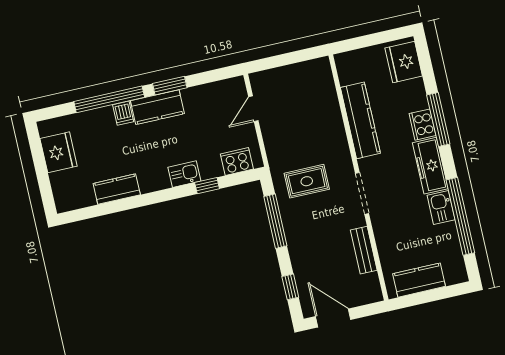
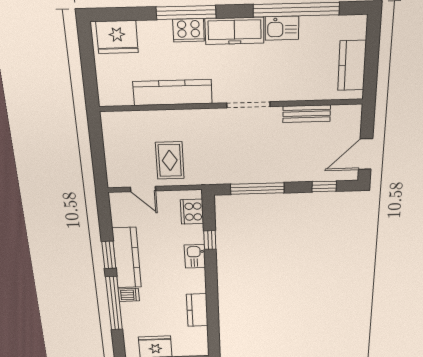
kitchen counter: (157, 107) -> (127, 258), width x1.50
rug: (307, 181) -> (170, 160), moved

